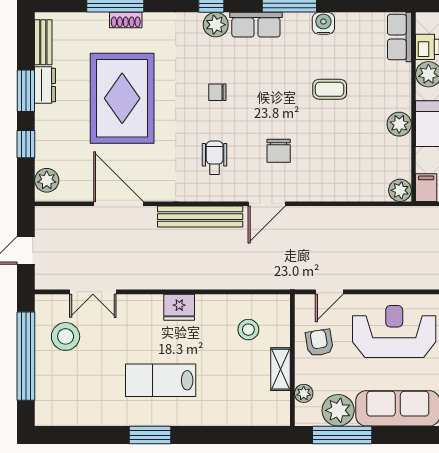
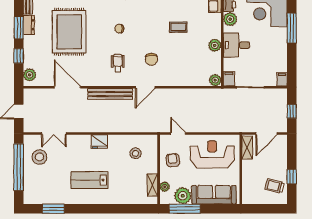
door: (329, 292) -> (178, 134), swing flipped
shelving: (280, 369) -> (152, 185), moved
window: (150, 435) -> (53, 209), moved

